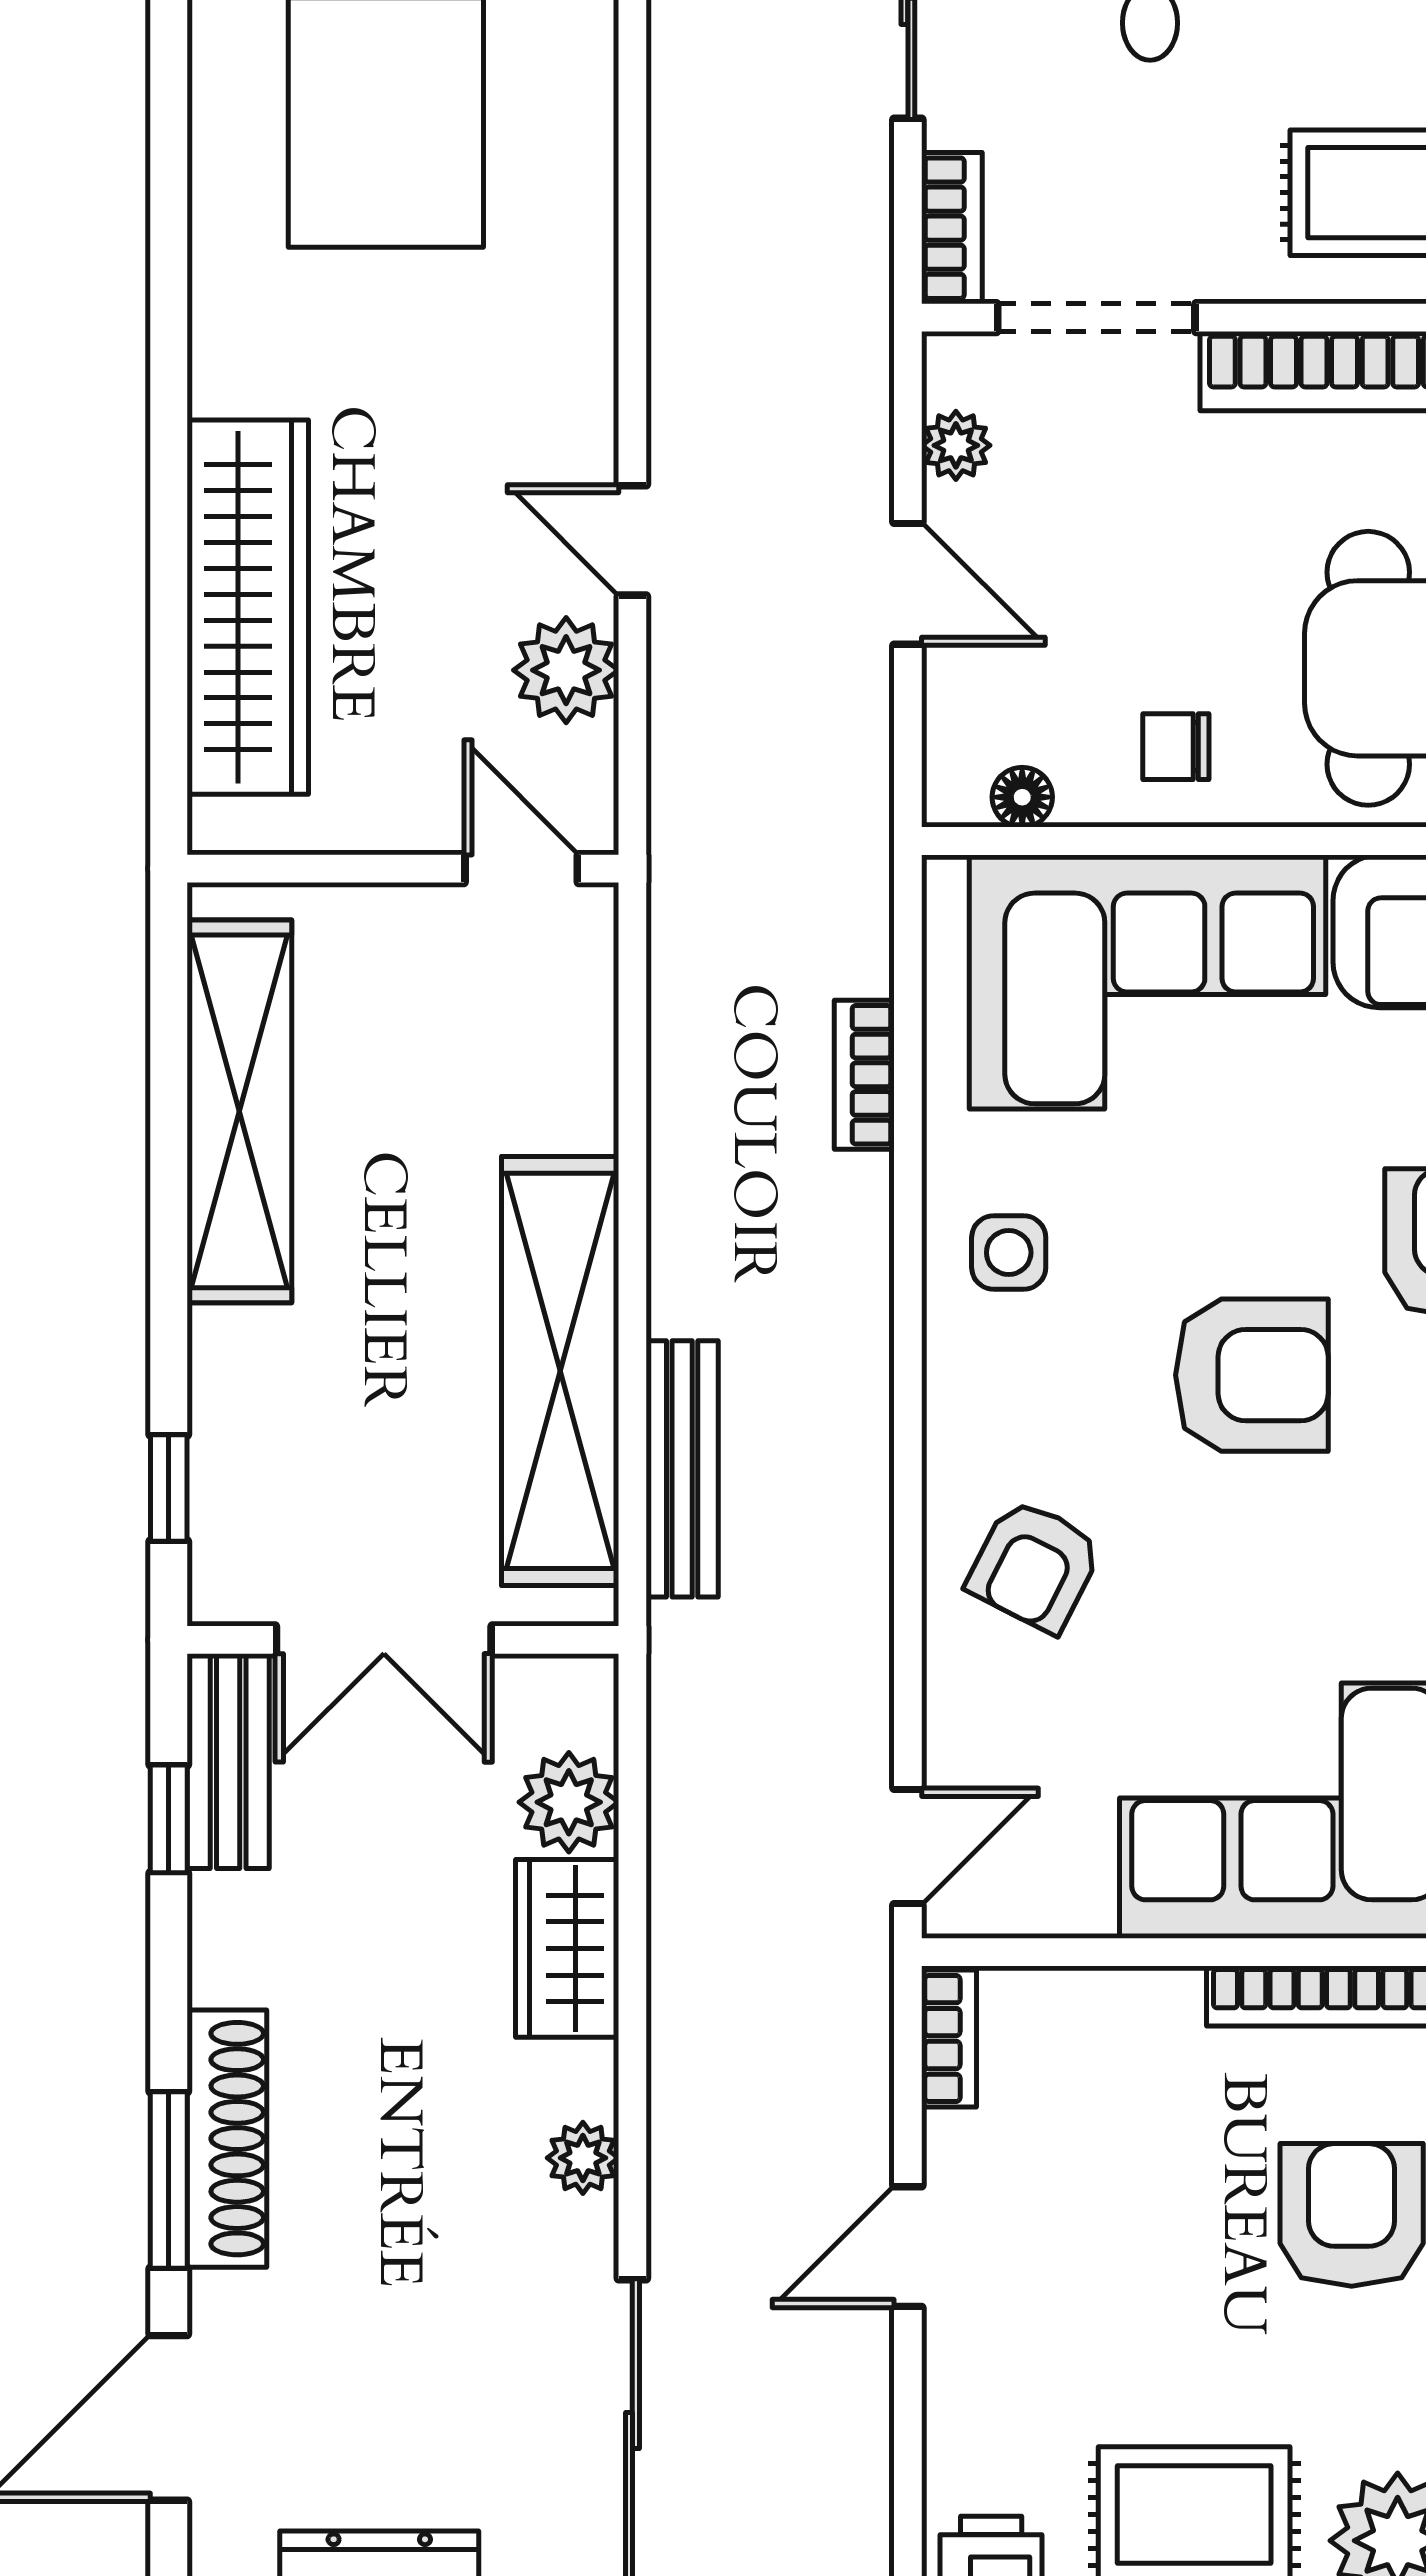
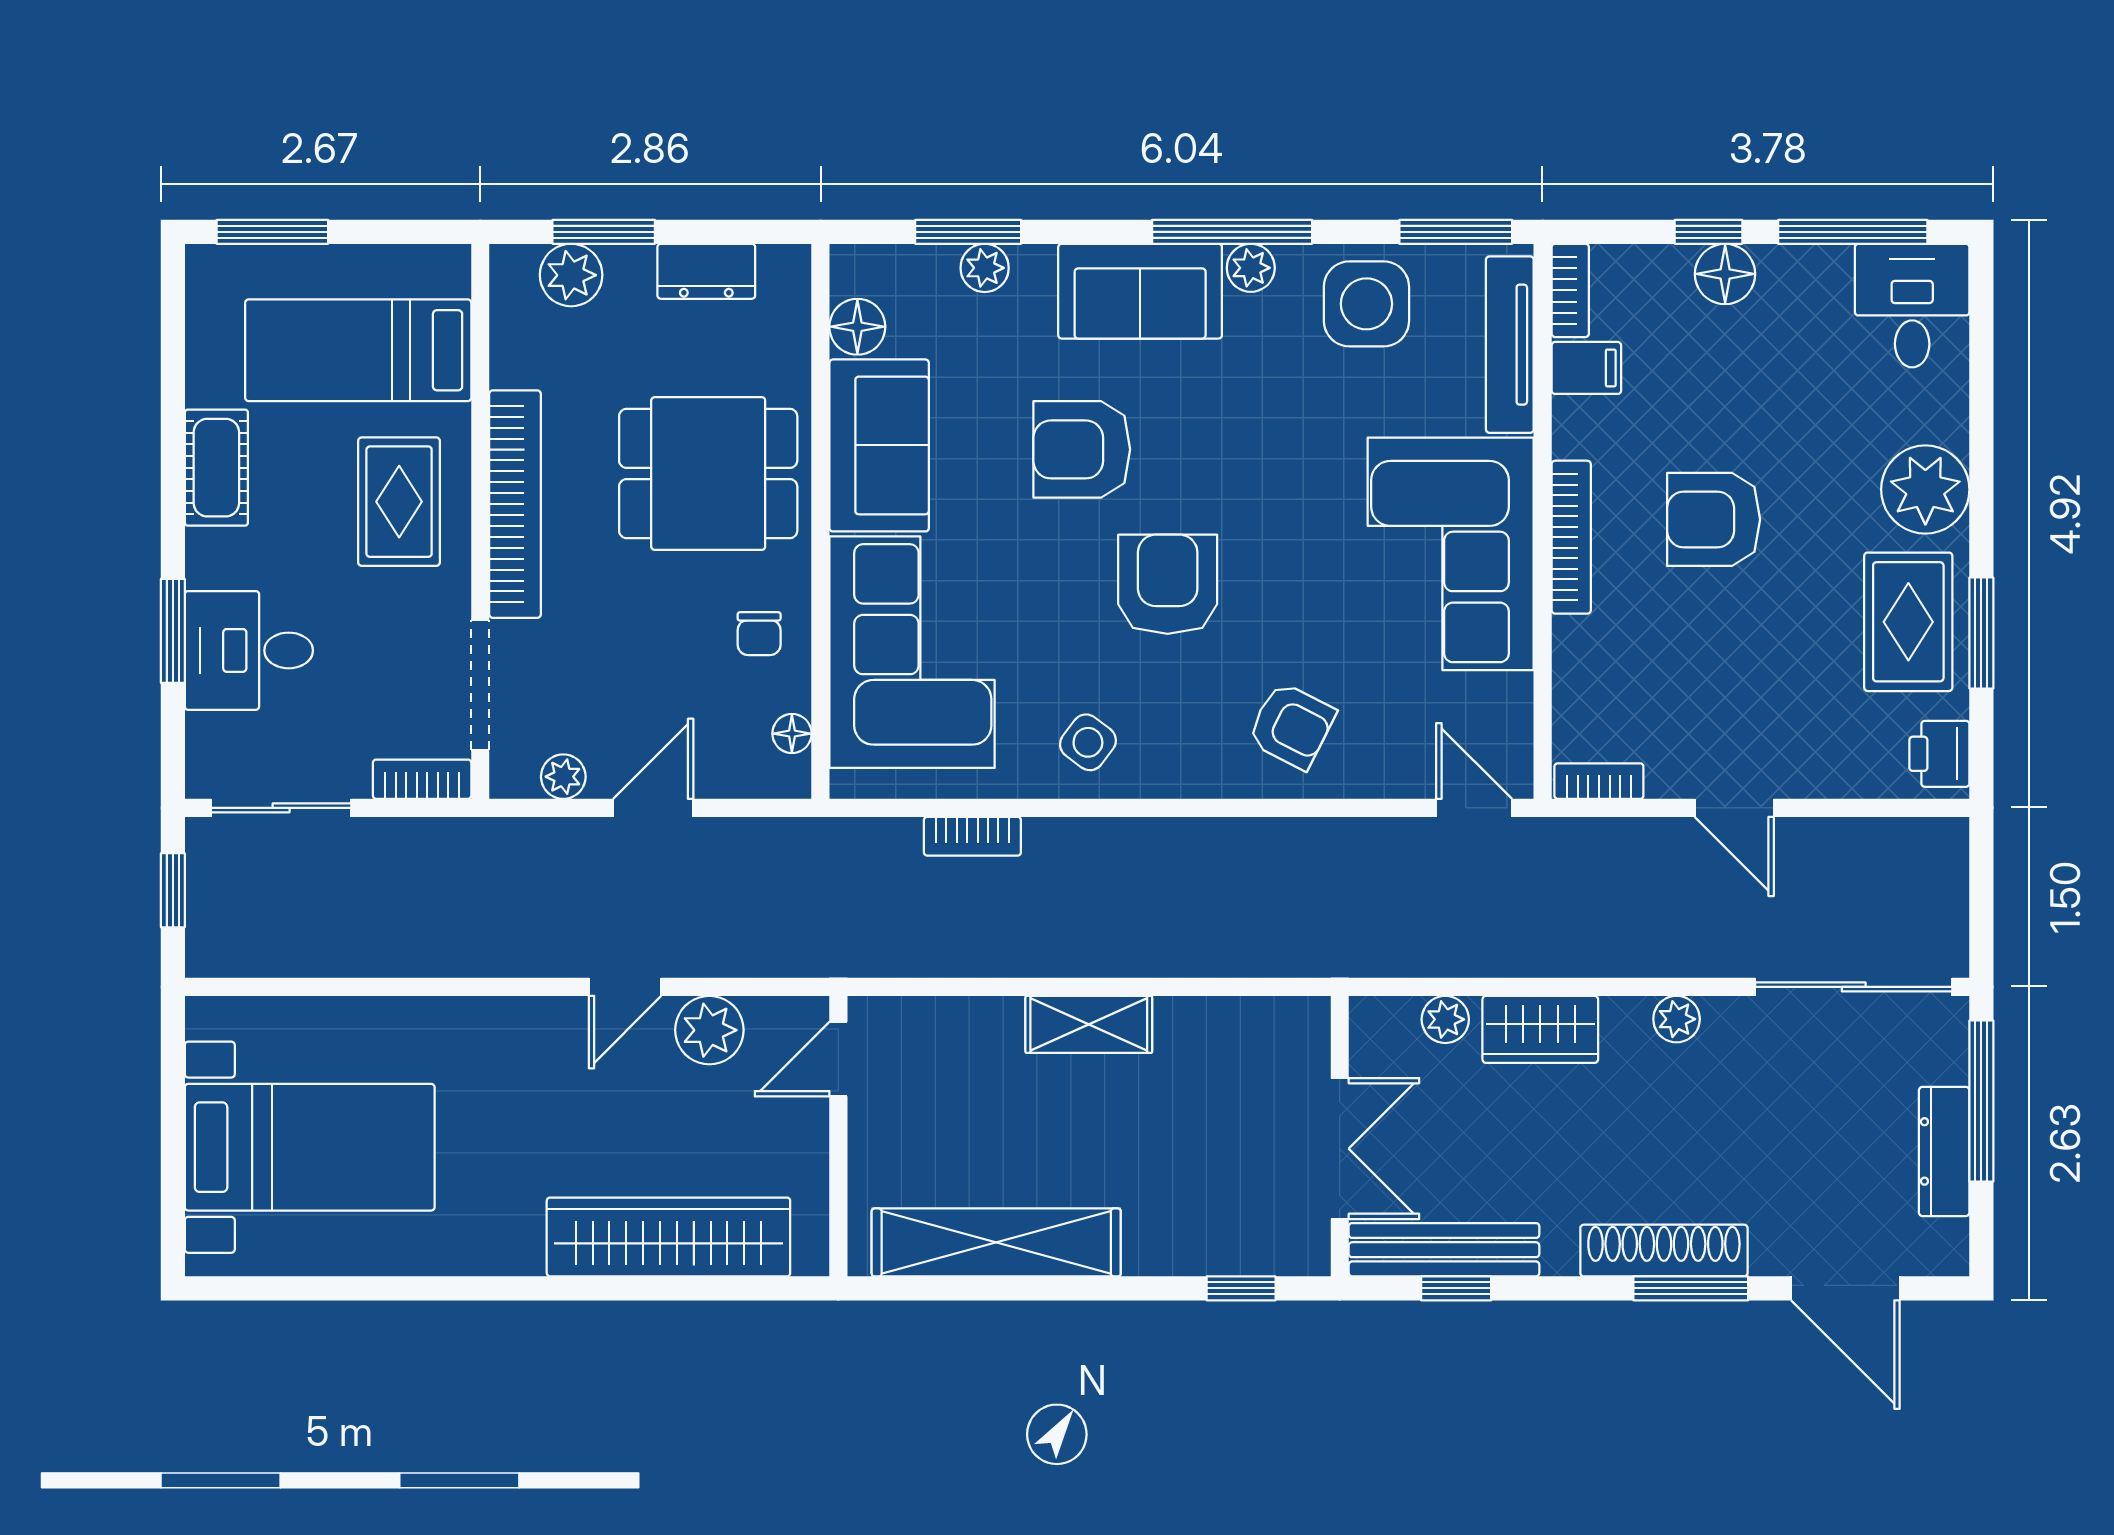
side table: (1009, 1253) -> (1088, 742), turned 37
shelving: (560, 1371) -> (1089, 1024), width x0.45, depth x0.75
bench: (682, 1469) -> (1229, 955), removed
bench: (228, 1761) -> (1444, 1250), width x1.36
plant: (569, 1802) -> (1445, 1019), width x0.73, depth x0.73

